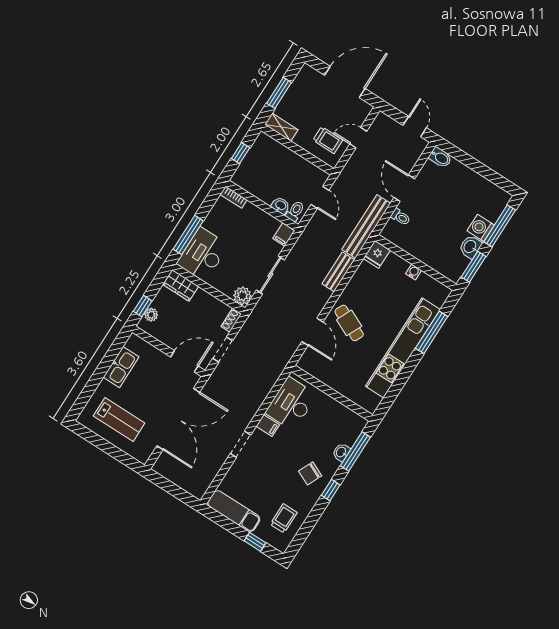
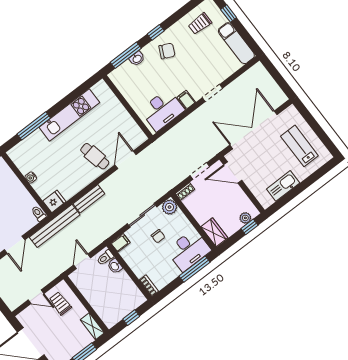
toilet: (401, 217) -> (39, 214), moved
chair: (244, 258) -> (158, 236), added
cafe table: (349, 323) -> (95, 156), turned -37
kitchen unit: (403, 348) -> (69, 115), width x0.73

